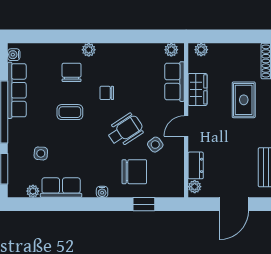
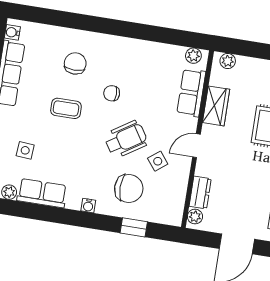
plant: (89, 50) -> (99, 41), removed

